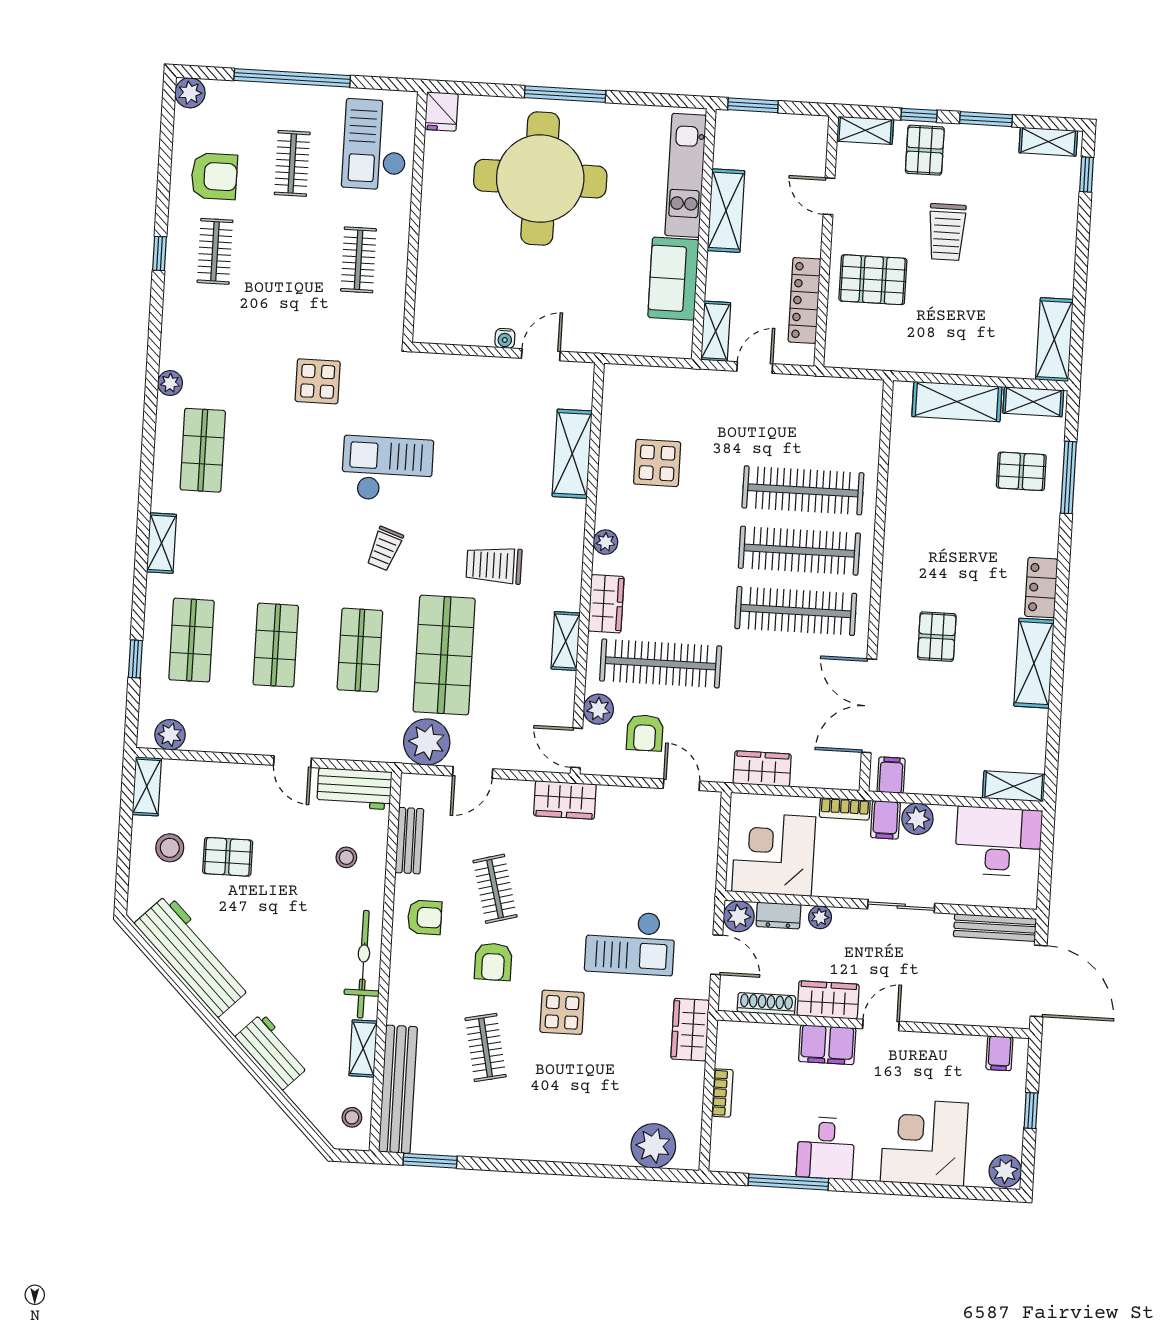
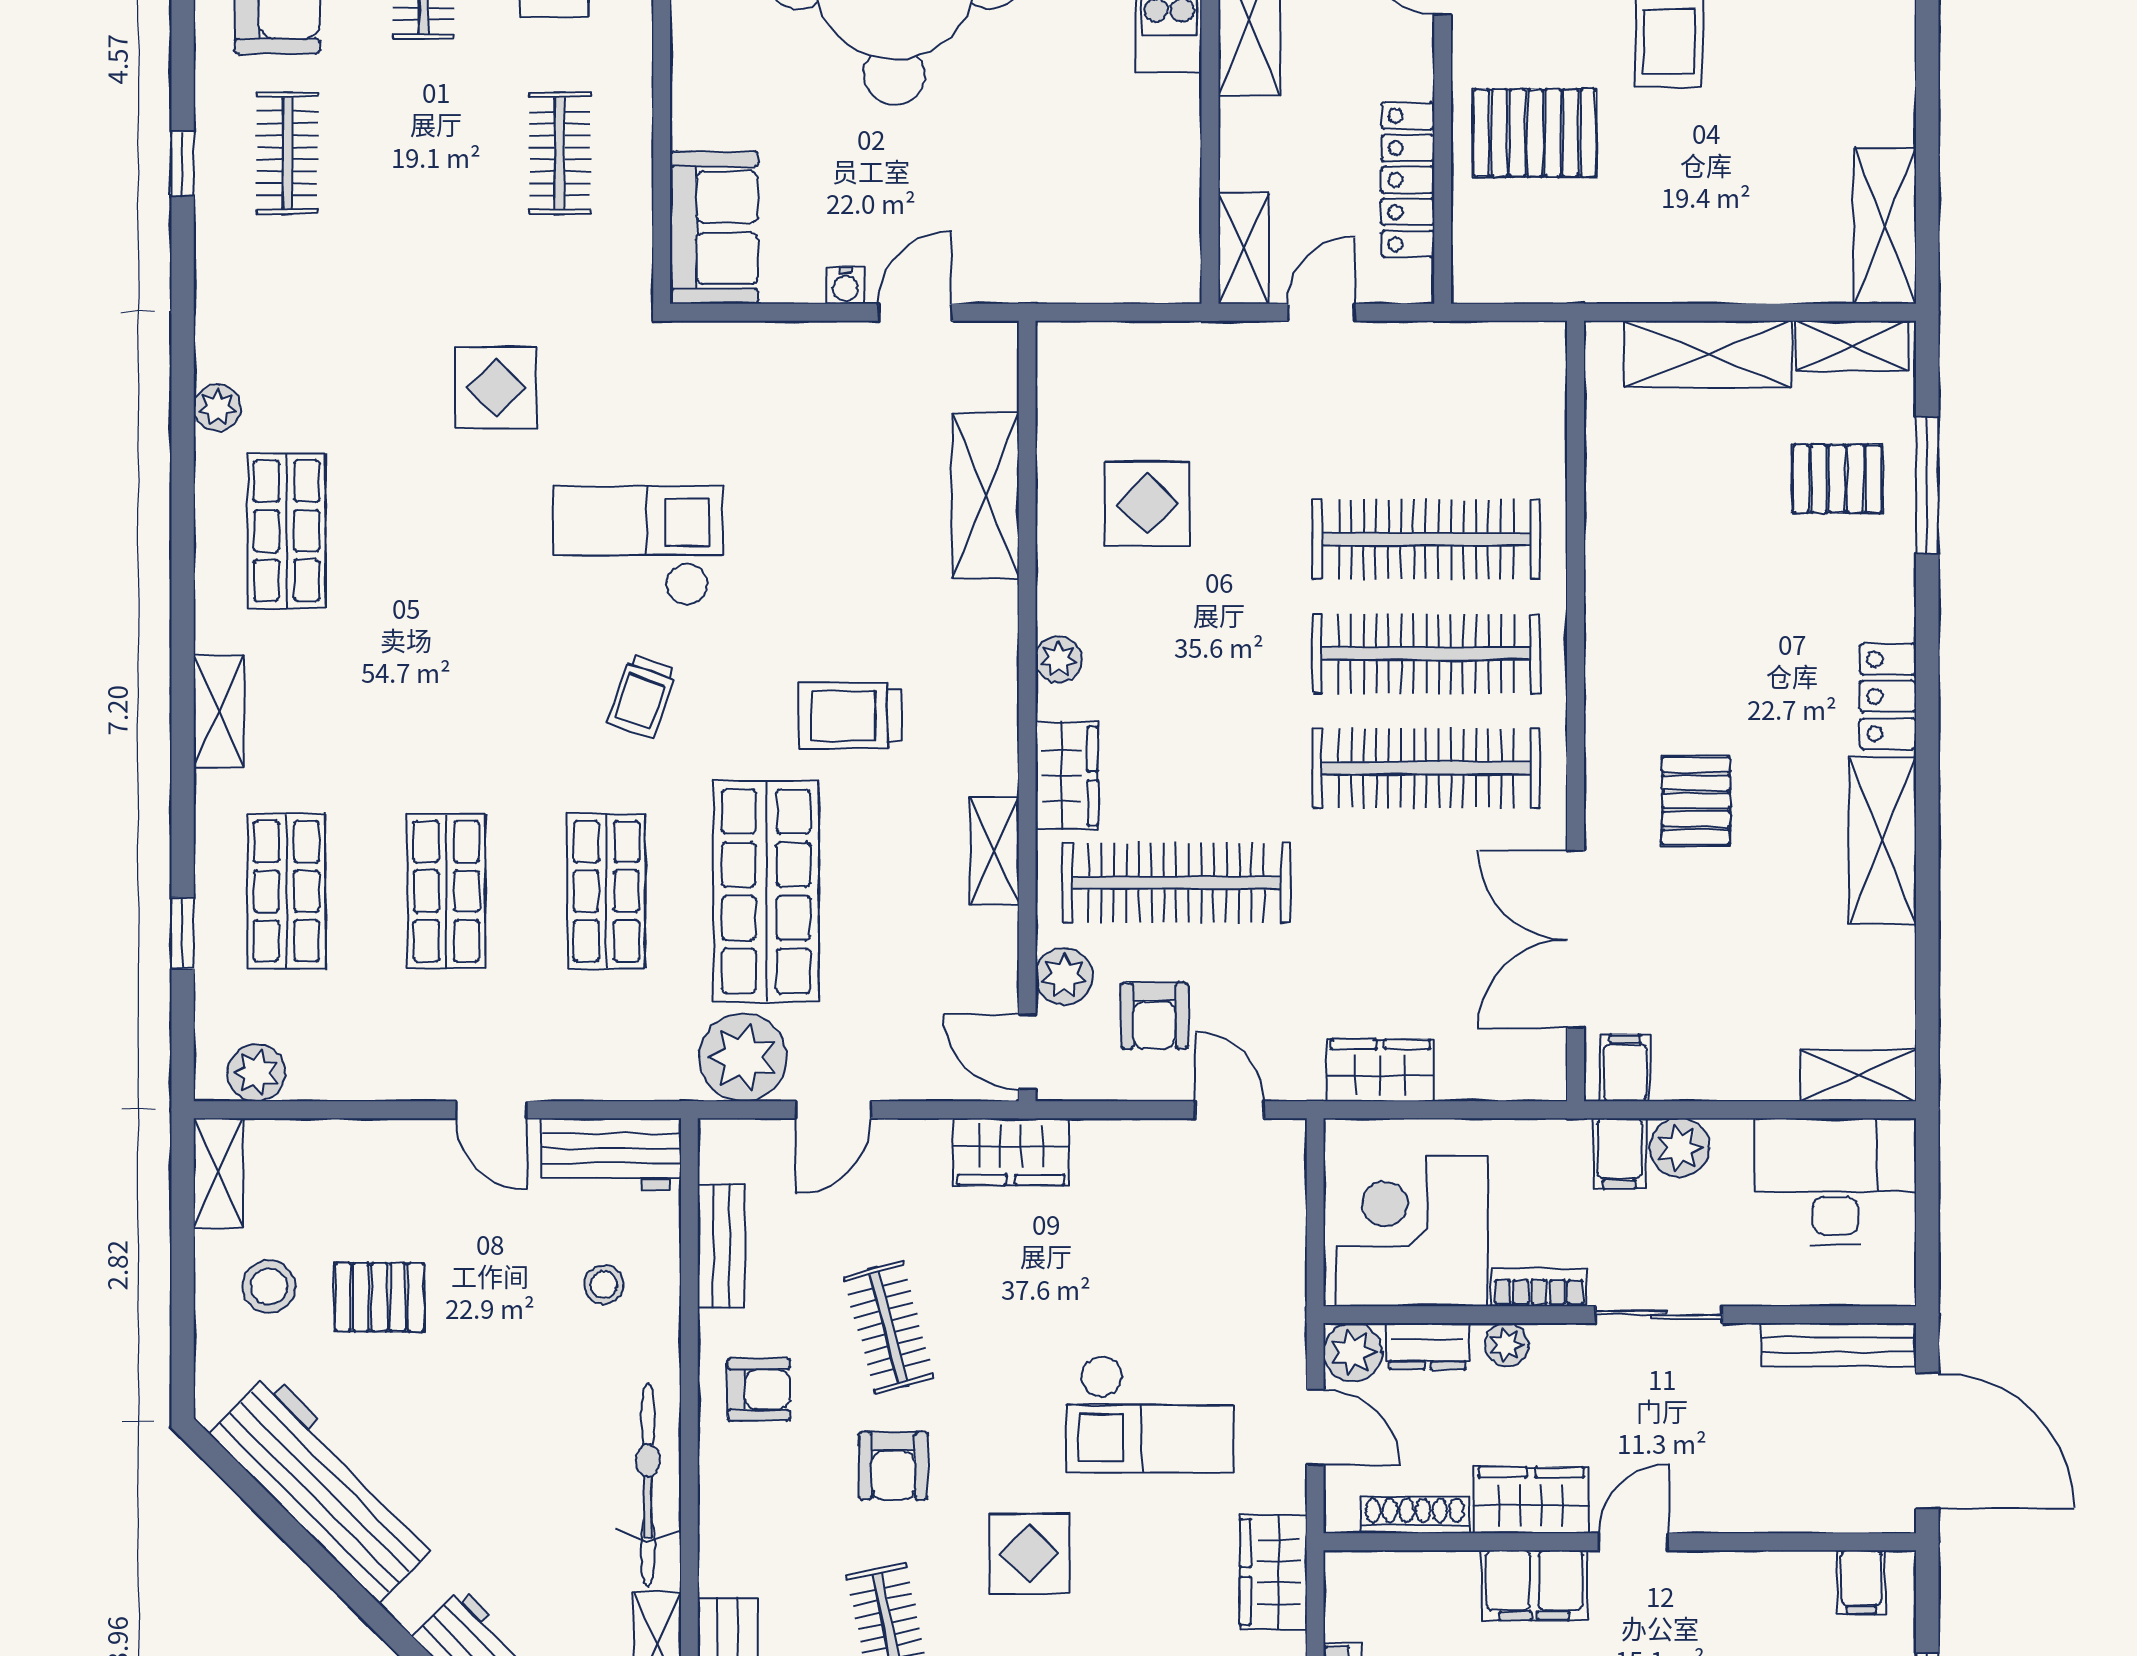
sofa: (673, 279) -> (714, 228), moved, turned 180
bookcase: (845, 809) -> (1539, 1287), moved, turned 180

